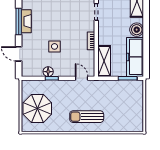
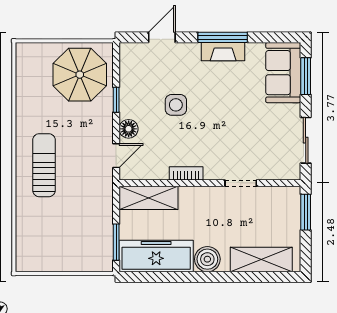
floor lamp: (48, 72) -> (129, 129), moved
parasol: (37, 109) -> (80, 75), moved

